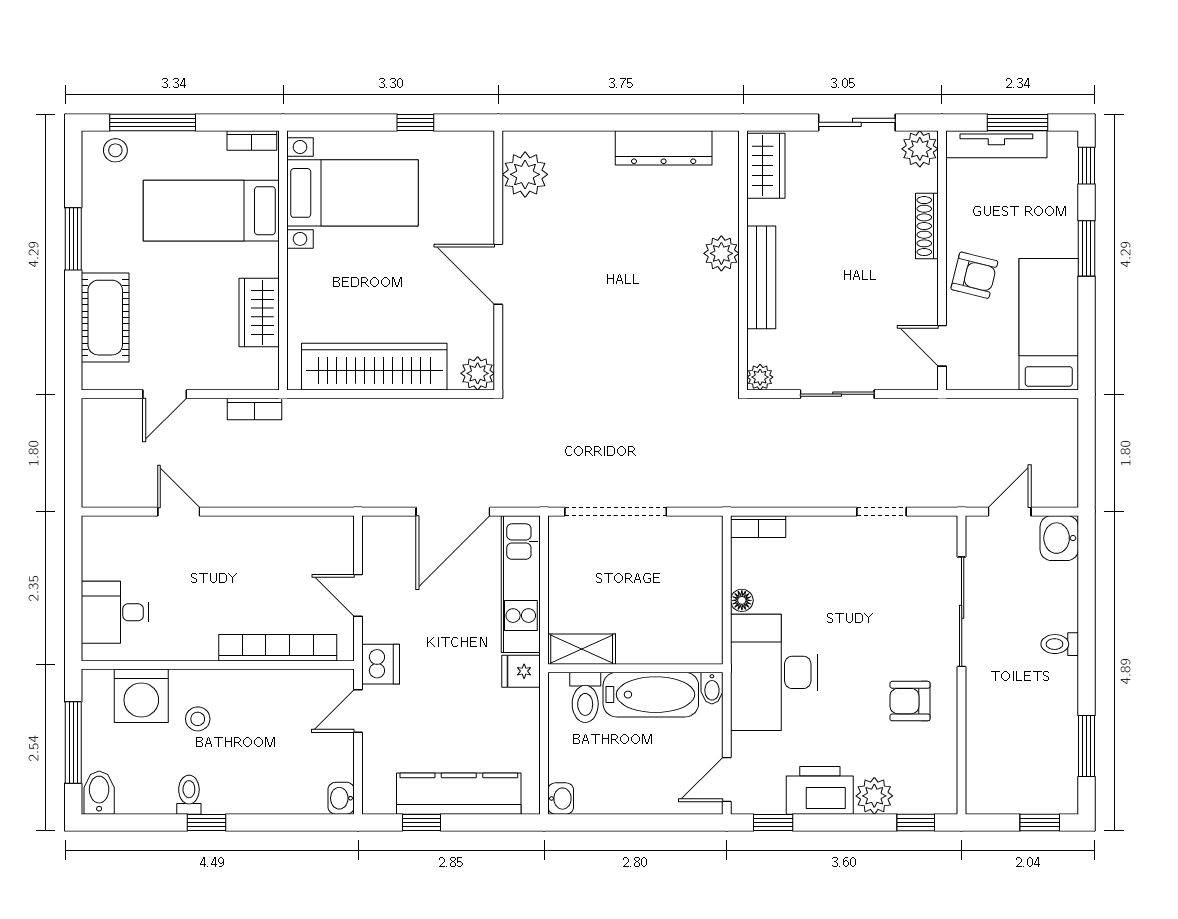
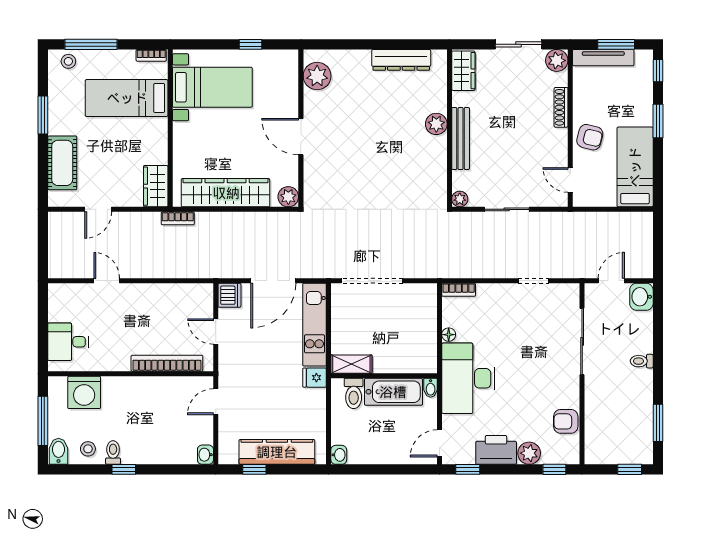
wardrobe: (259, 312) -> (156, 186), moved
bookcase: (254, 409) -> (178, 218), moved
dishwasher: (381, 664) -> (229, 295), moved
armchair: (910, 701) -> (566, 421), moved
stool: (198, 719) -> (88, 449), moved

